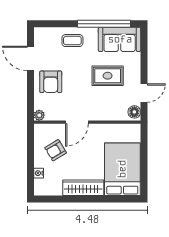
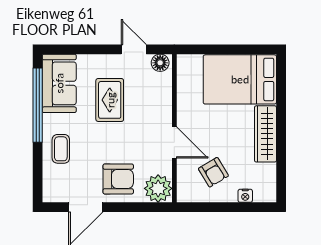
plant: (39, 115) -> (158, 188), width x1.87, depth x1.87

